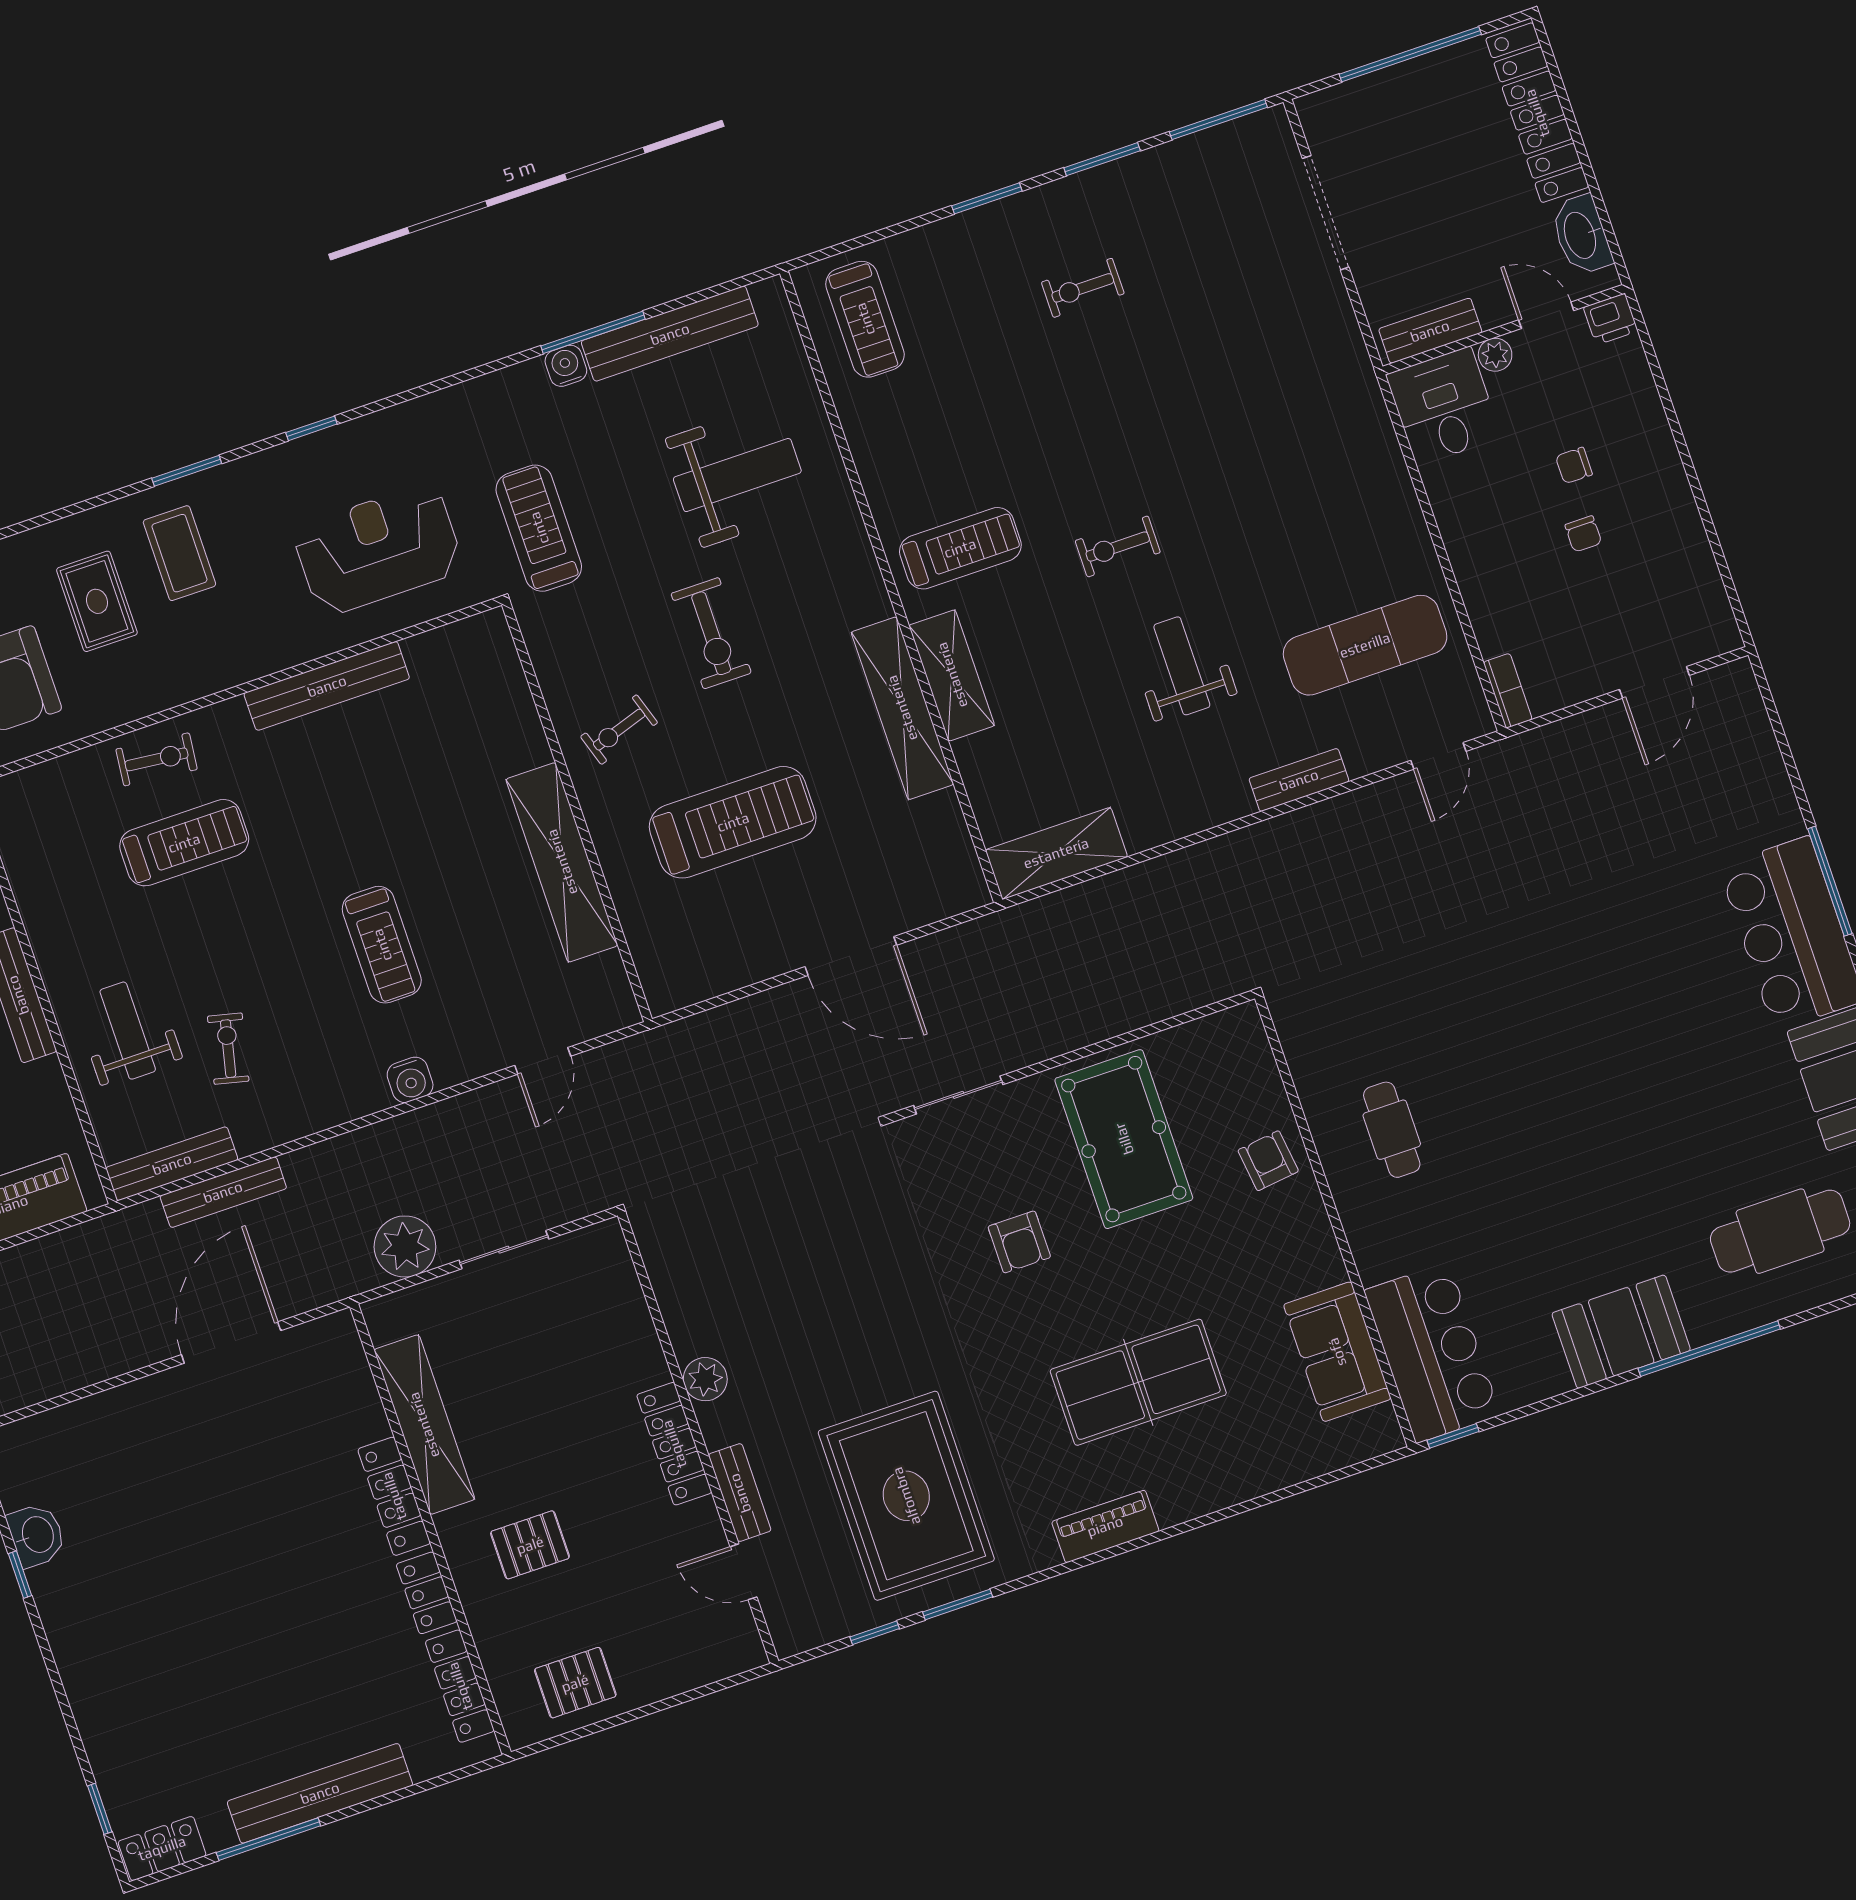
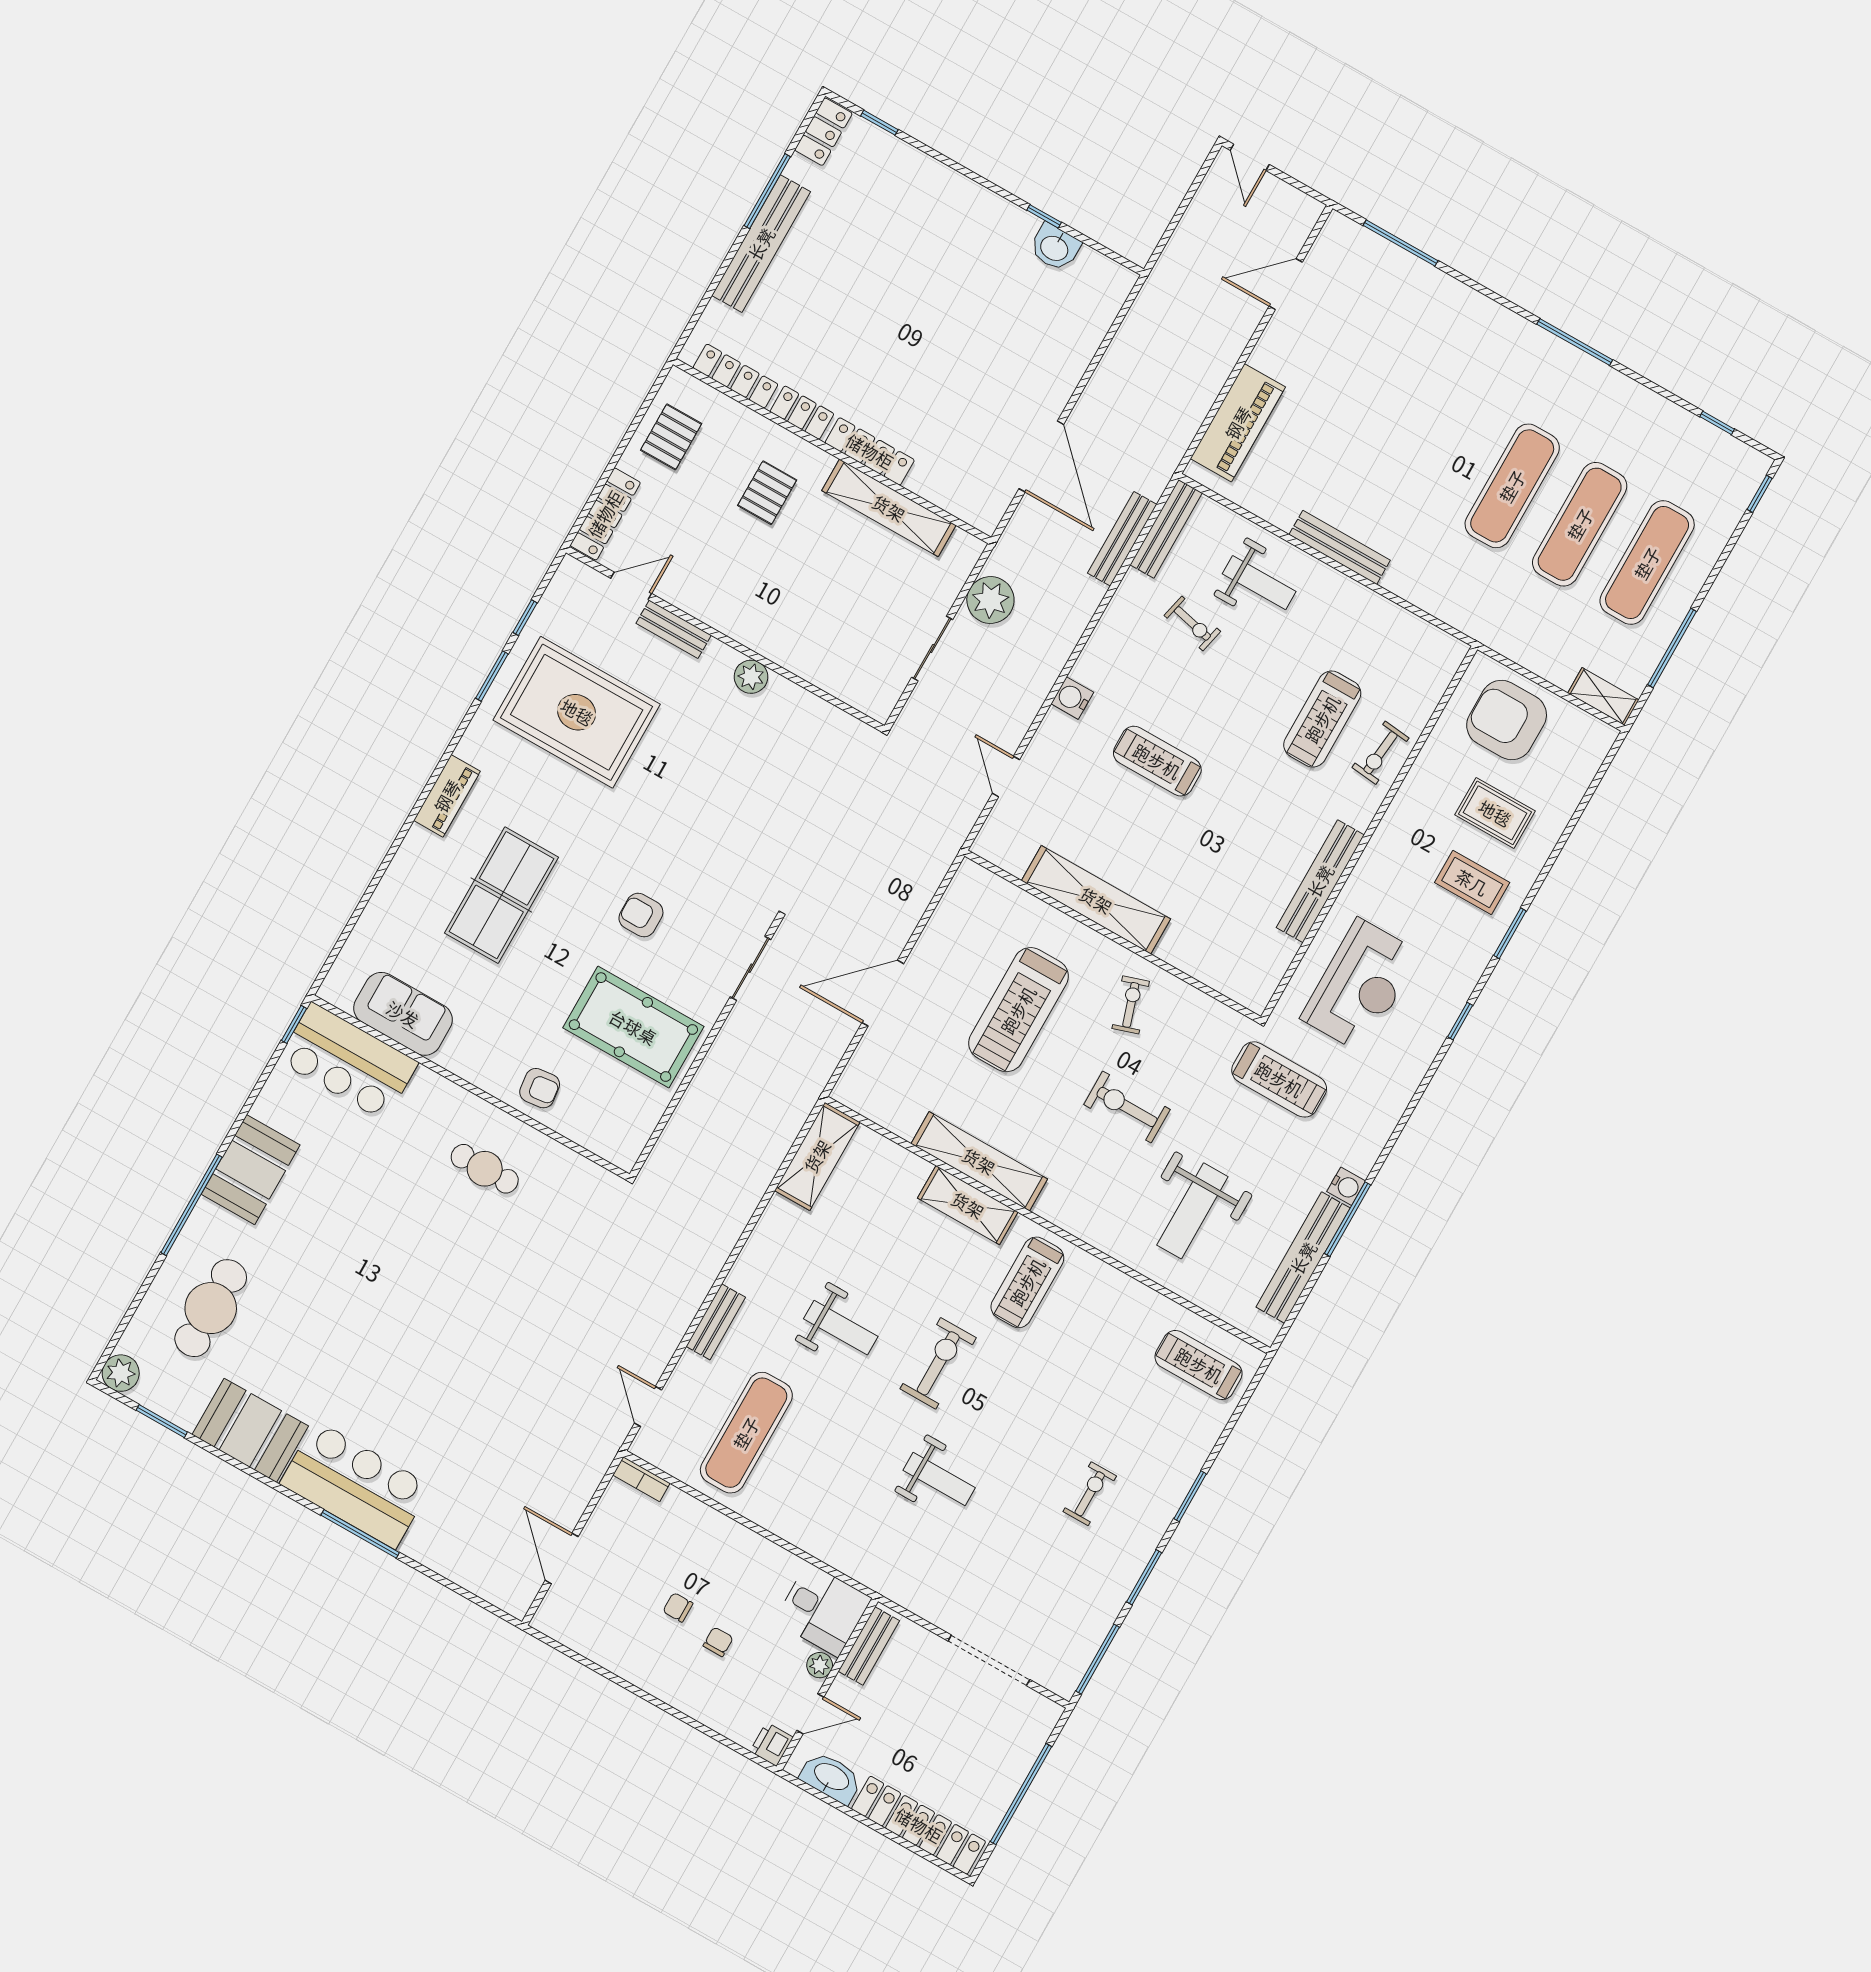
weight bench: (1217, 433) -> (939, 1479), added
exercise bike: (1118, 547) -> (938, 1363), width x1.38, depth x1.39
locker: (674, 1444) -> (605, 514), moved, turned 90

